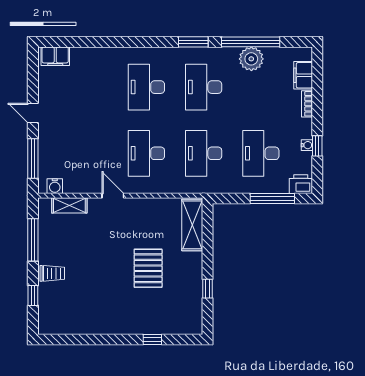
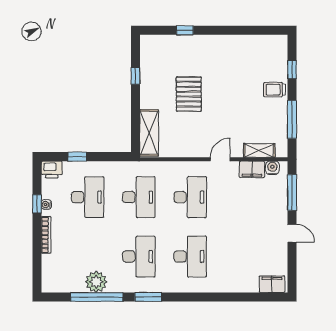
filing cabinet: (303, 75) -> (252, 169), moved, turned 90
bookcase: (307, 104) -> (46, 235), width x1.56
door: (113, 196) -> (220, 159), swing flipped
window: (272, 199) -> (77, 157), width x0.46

